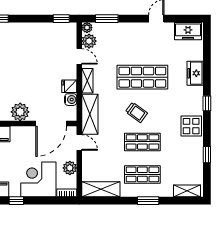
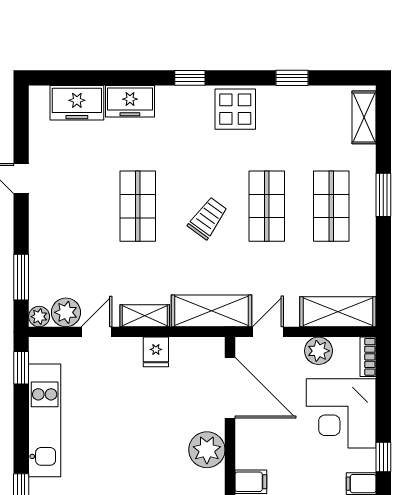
kitchen unit: (35, 30) -> (45, 420), added
freezer: (188, 31) -> (77, 103), moved, turned 90
shop shelf: (142, 77) -> (138, 206), width x0.70, depth x0.74
water cooler: (71, 100) -> (182, 349), removed
shelving: (101, 189) -> (338, 312), moved, turned 90

